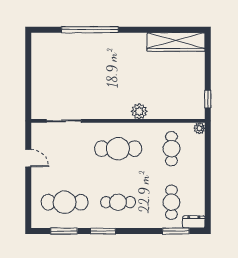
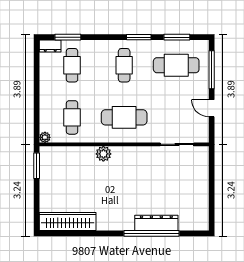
dresser: (85, 40) -> (156, 223), added
window: (208, 99) -> (37, 166), width x1.50
window: (28, 198) -> (212, 70), added
cafe table: (118, 202) -> (124, 65), turned 90

